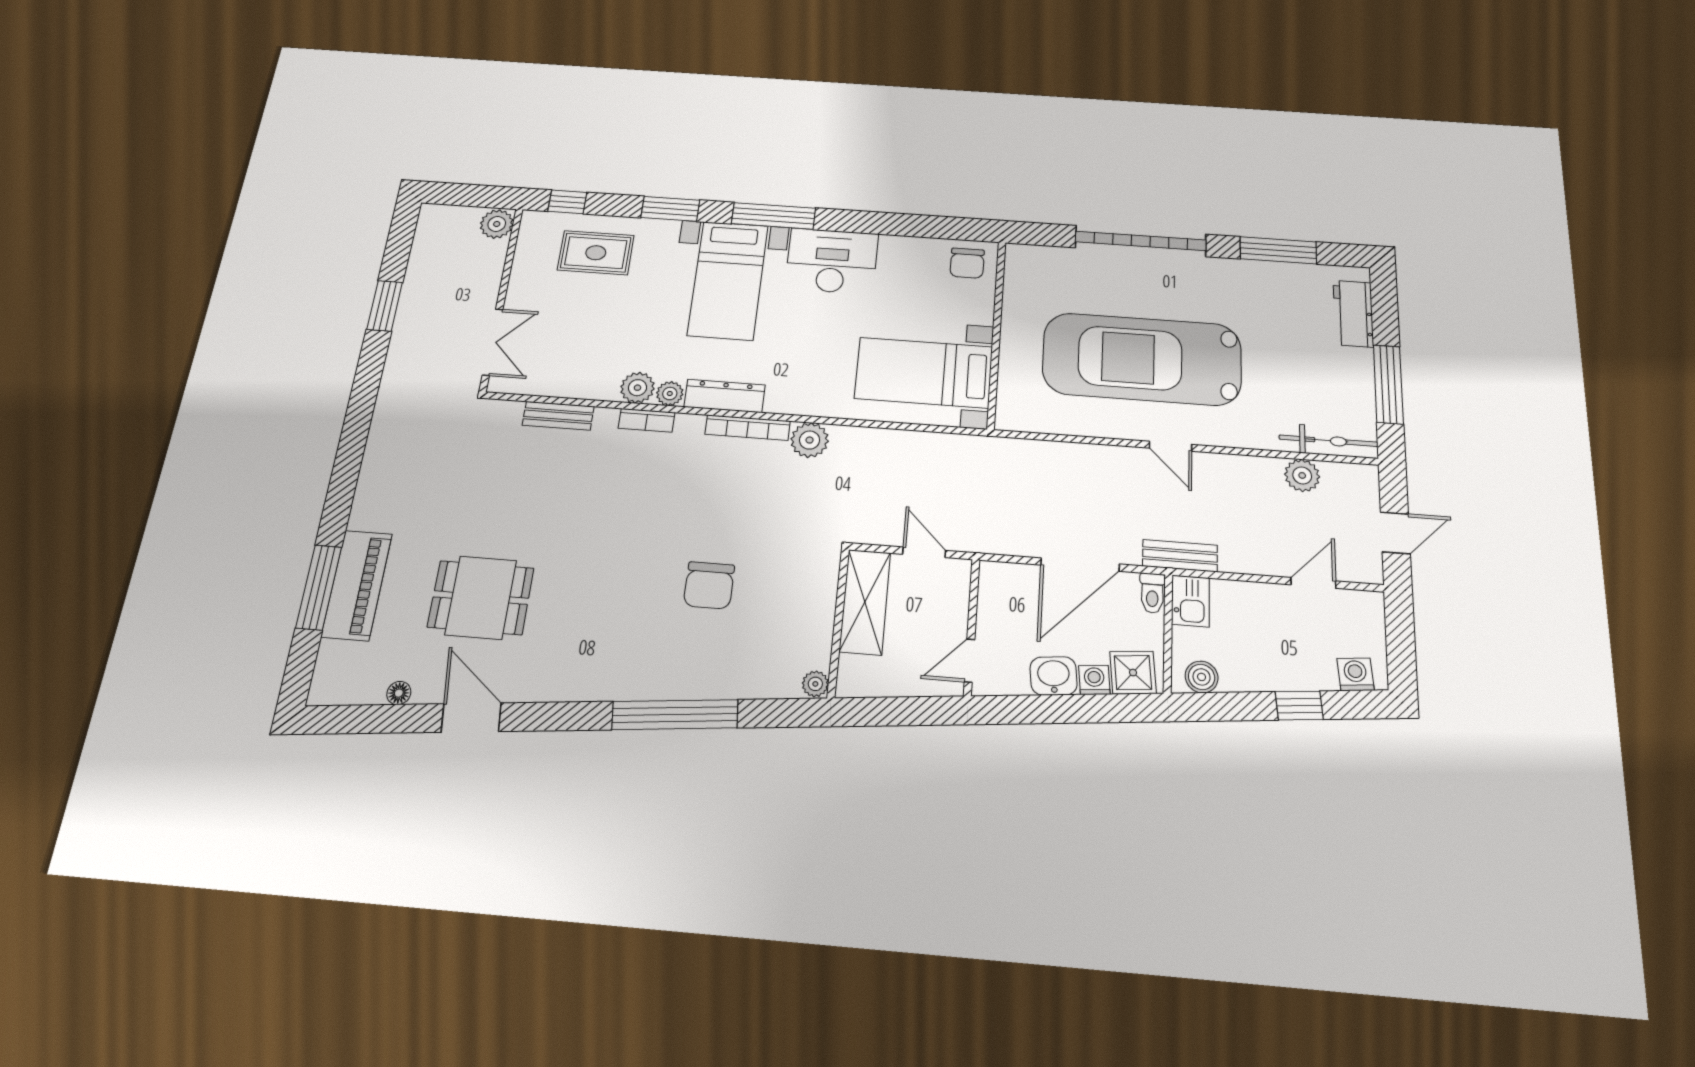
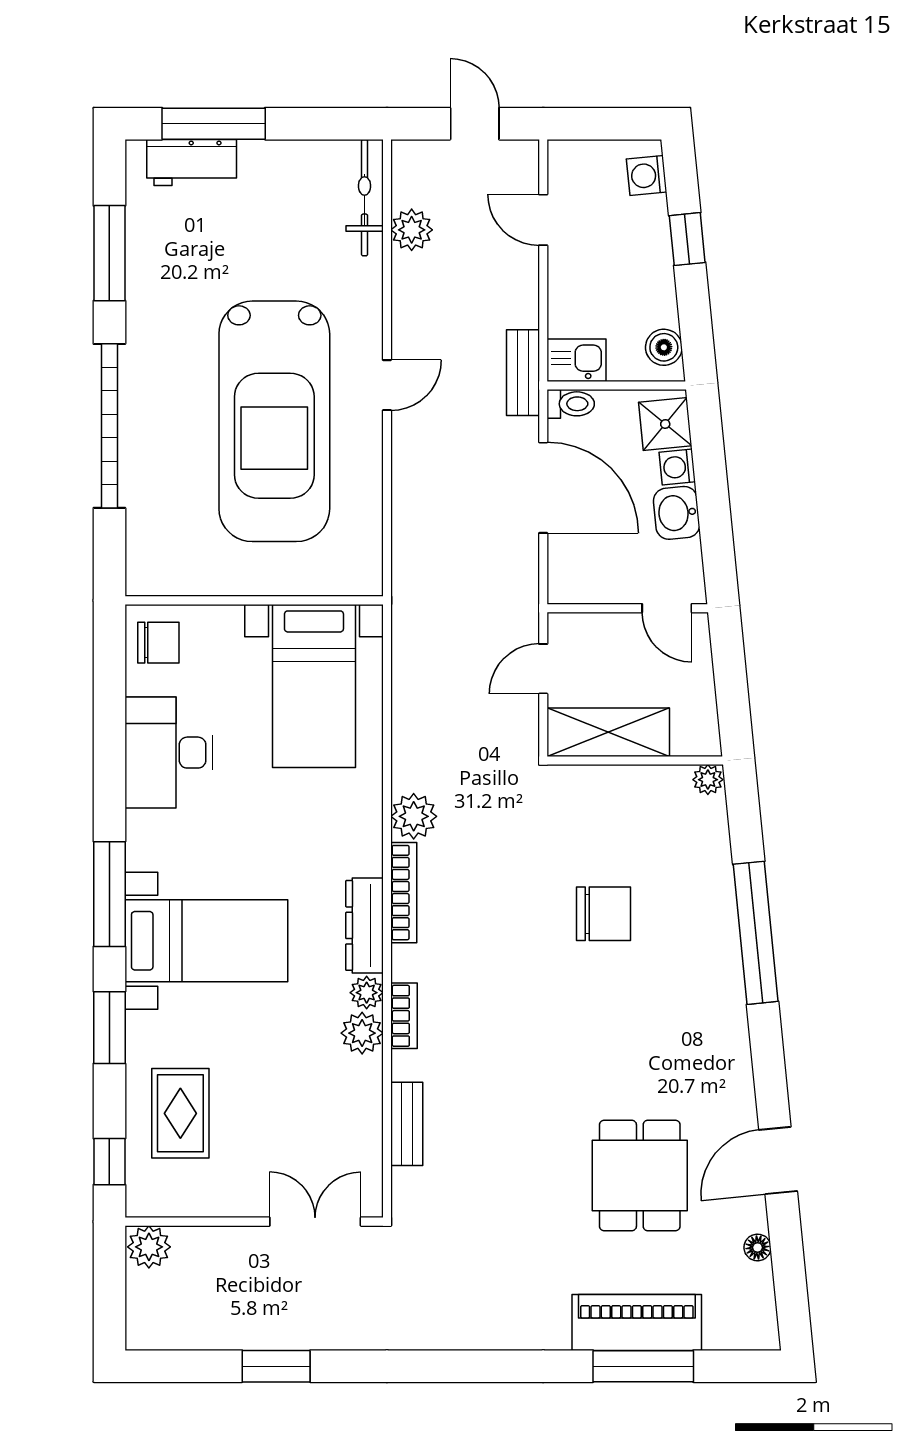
desk: (832, 261) -> (169, 753), moved
window: (1388, 384) -> (214, 124), moved

